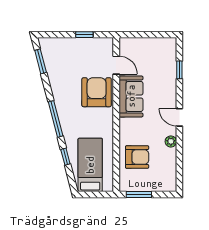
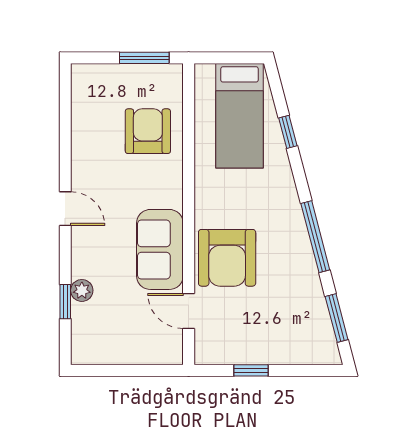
window: (56, 119) -> (315, 237), moved
plant: (171, 141) -> (82, 290), moved
armchair: (137, 157) -> (148, 131), turned 90

